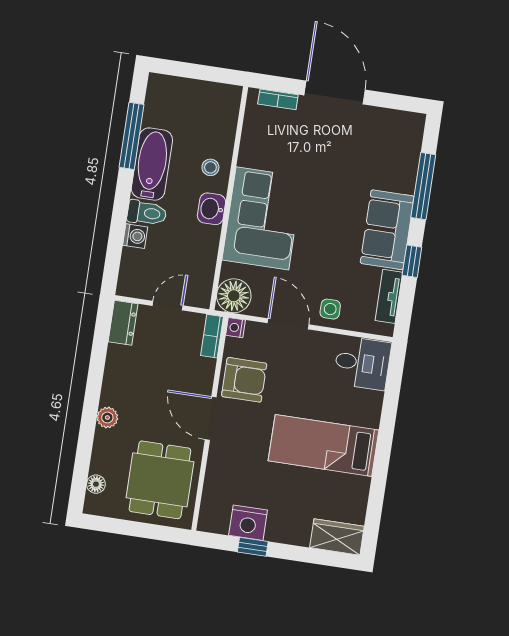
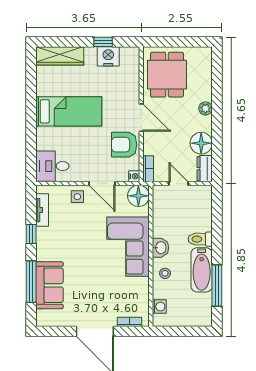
sofa: (387, 230) -> (49, 285), moved
washing machine: (135, 236) -> (159, 307), moved, turned 180
door: (168, 306) -> (179, 184), swing flipped
floor lamp: (96, 484) -> (201, 143), moved, width x1.89, depth x1.89
wardrobe: (337, 537) -> (60, 56), width x1.50

